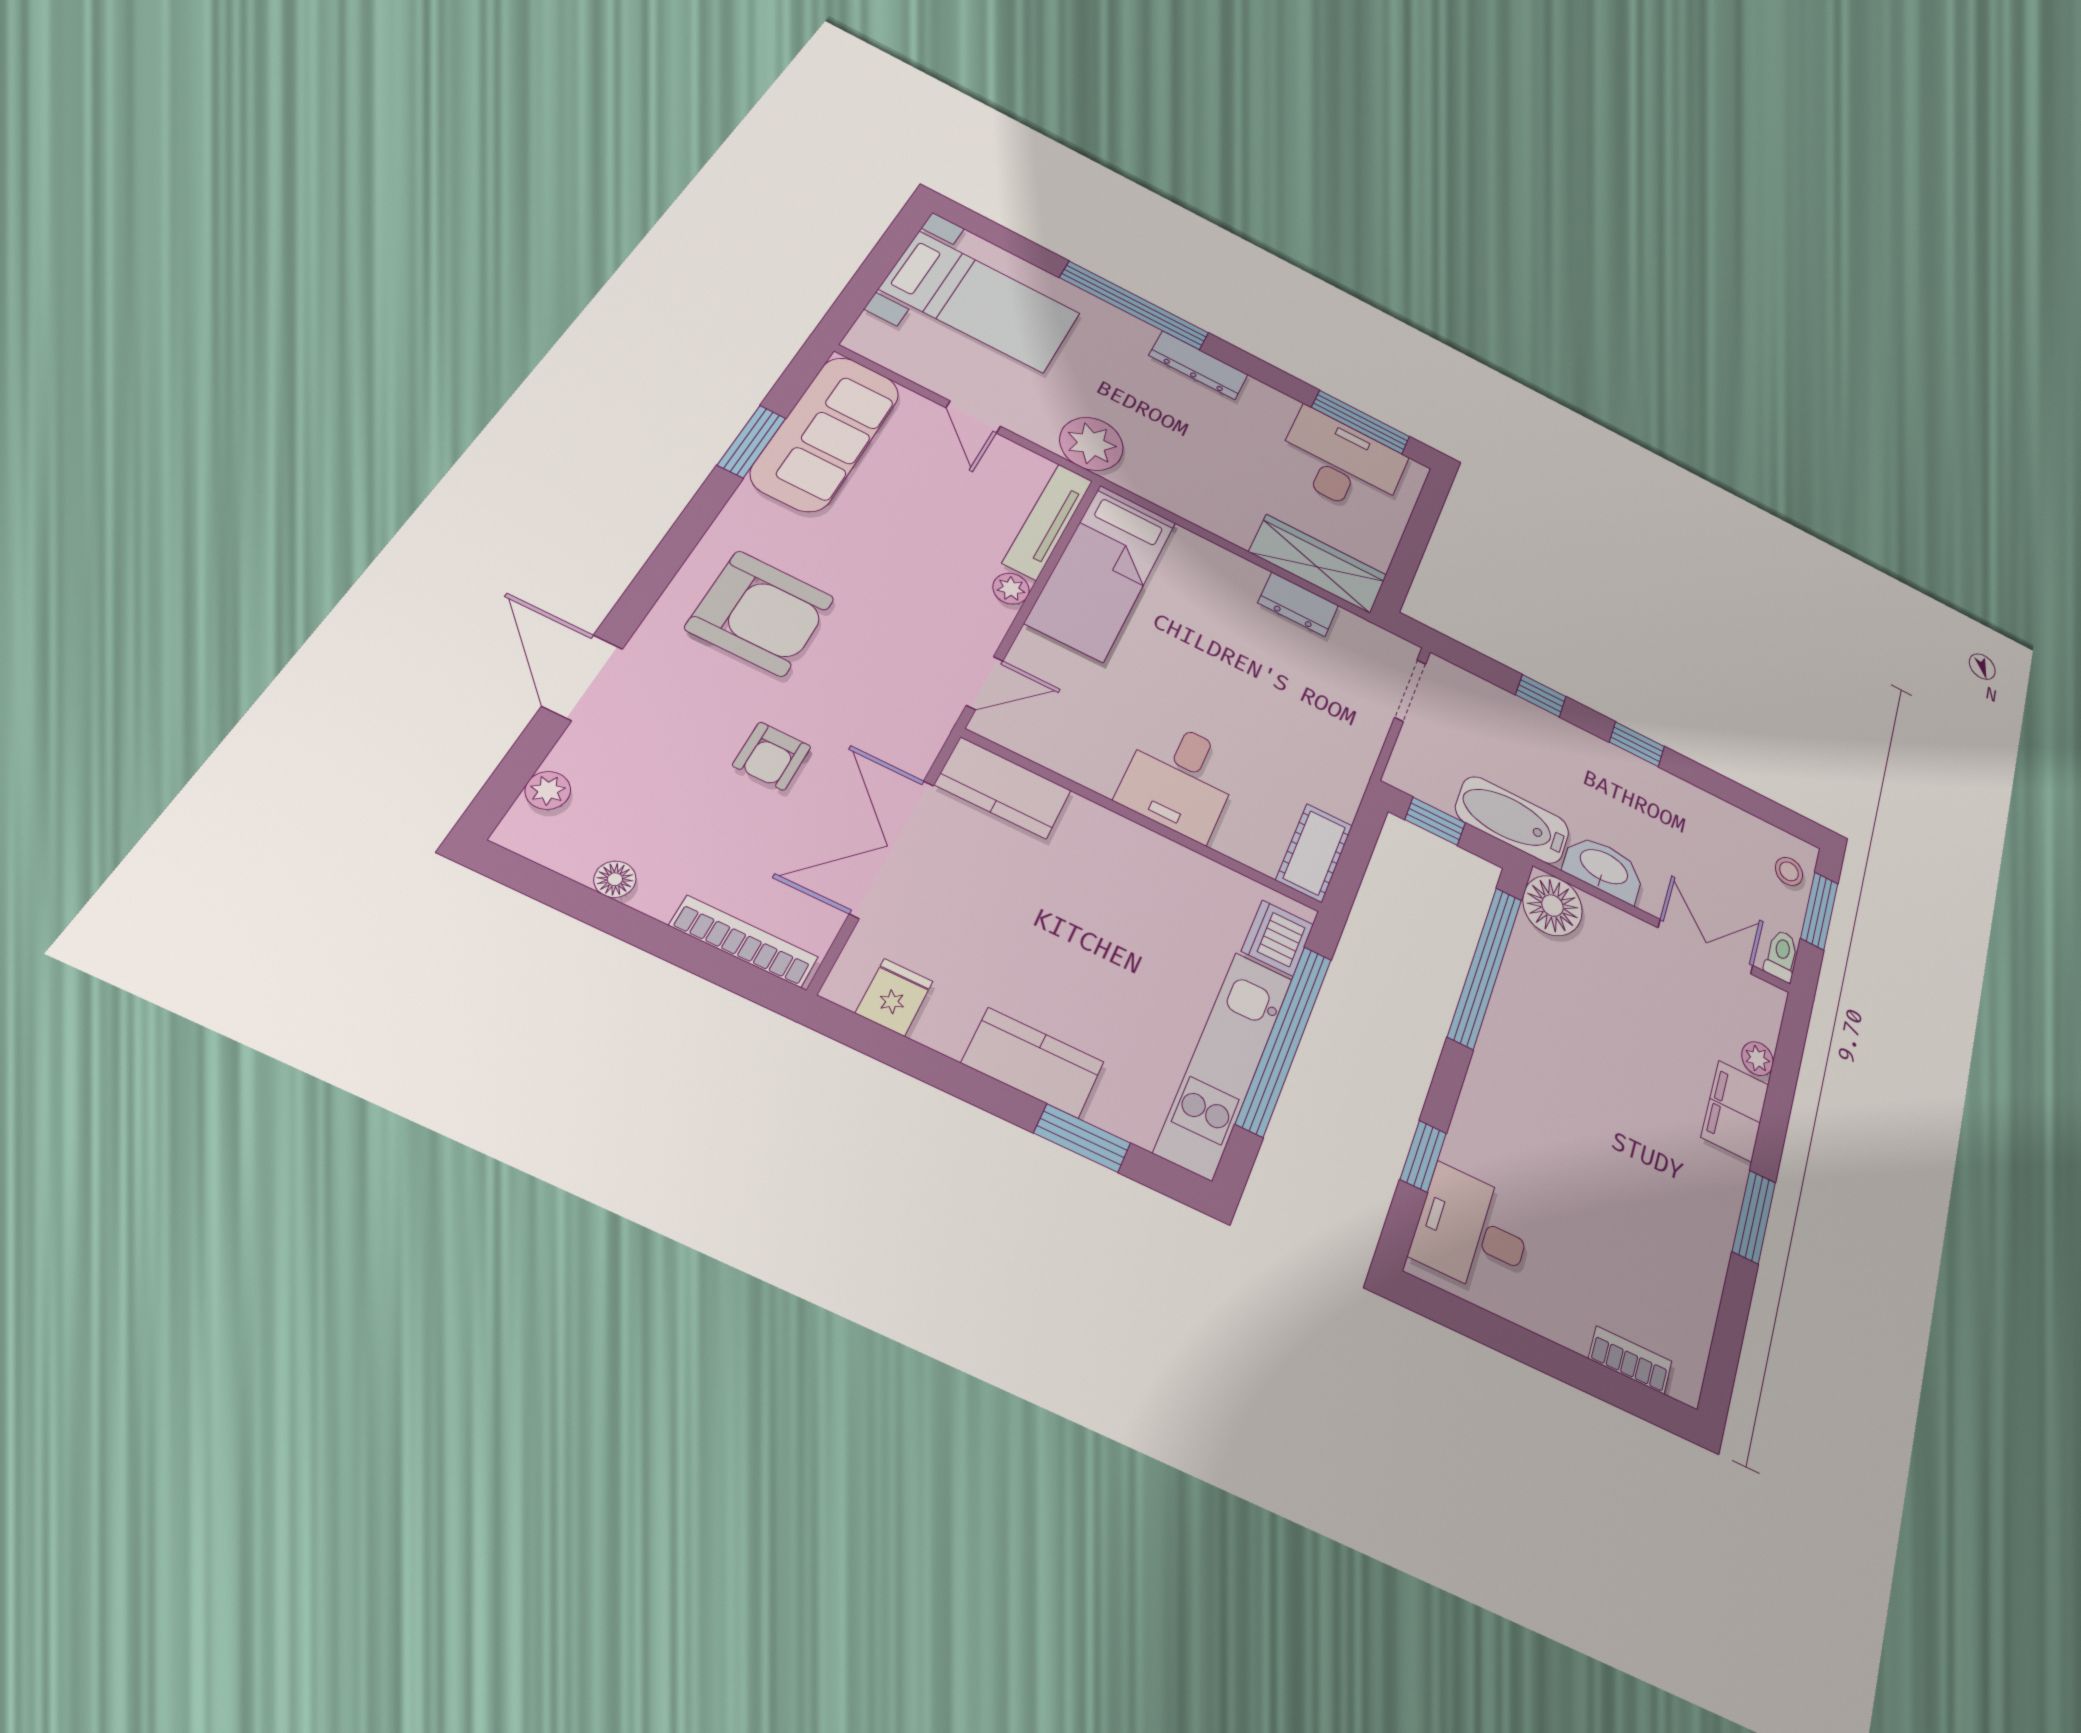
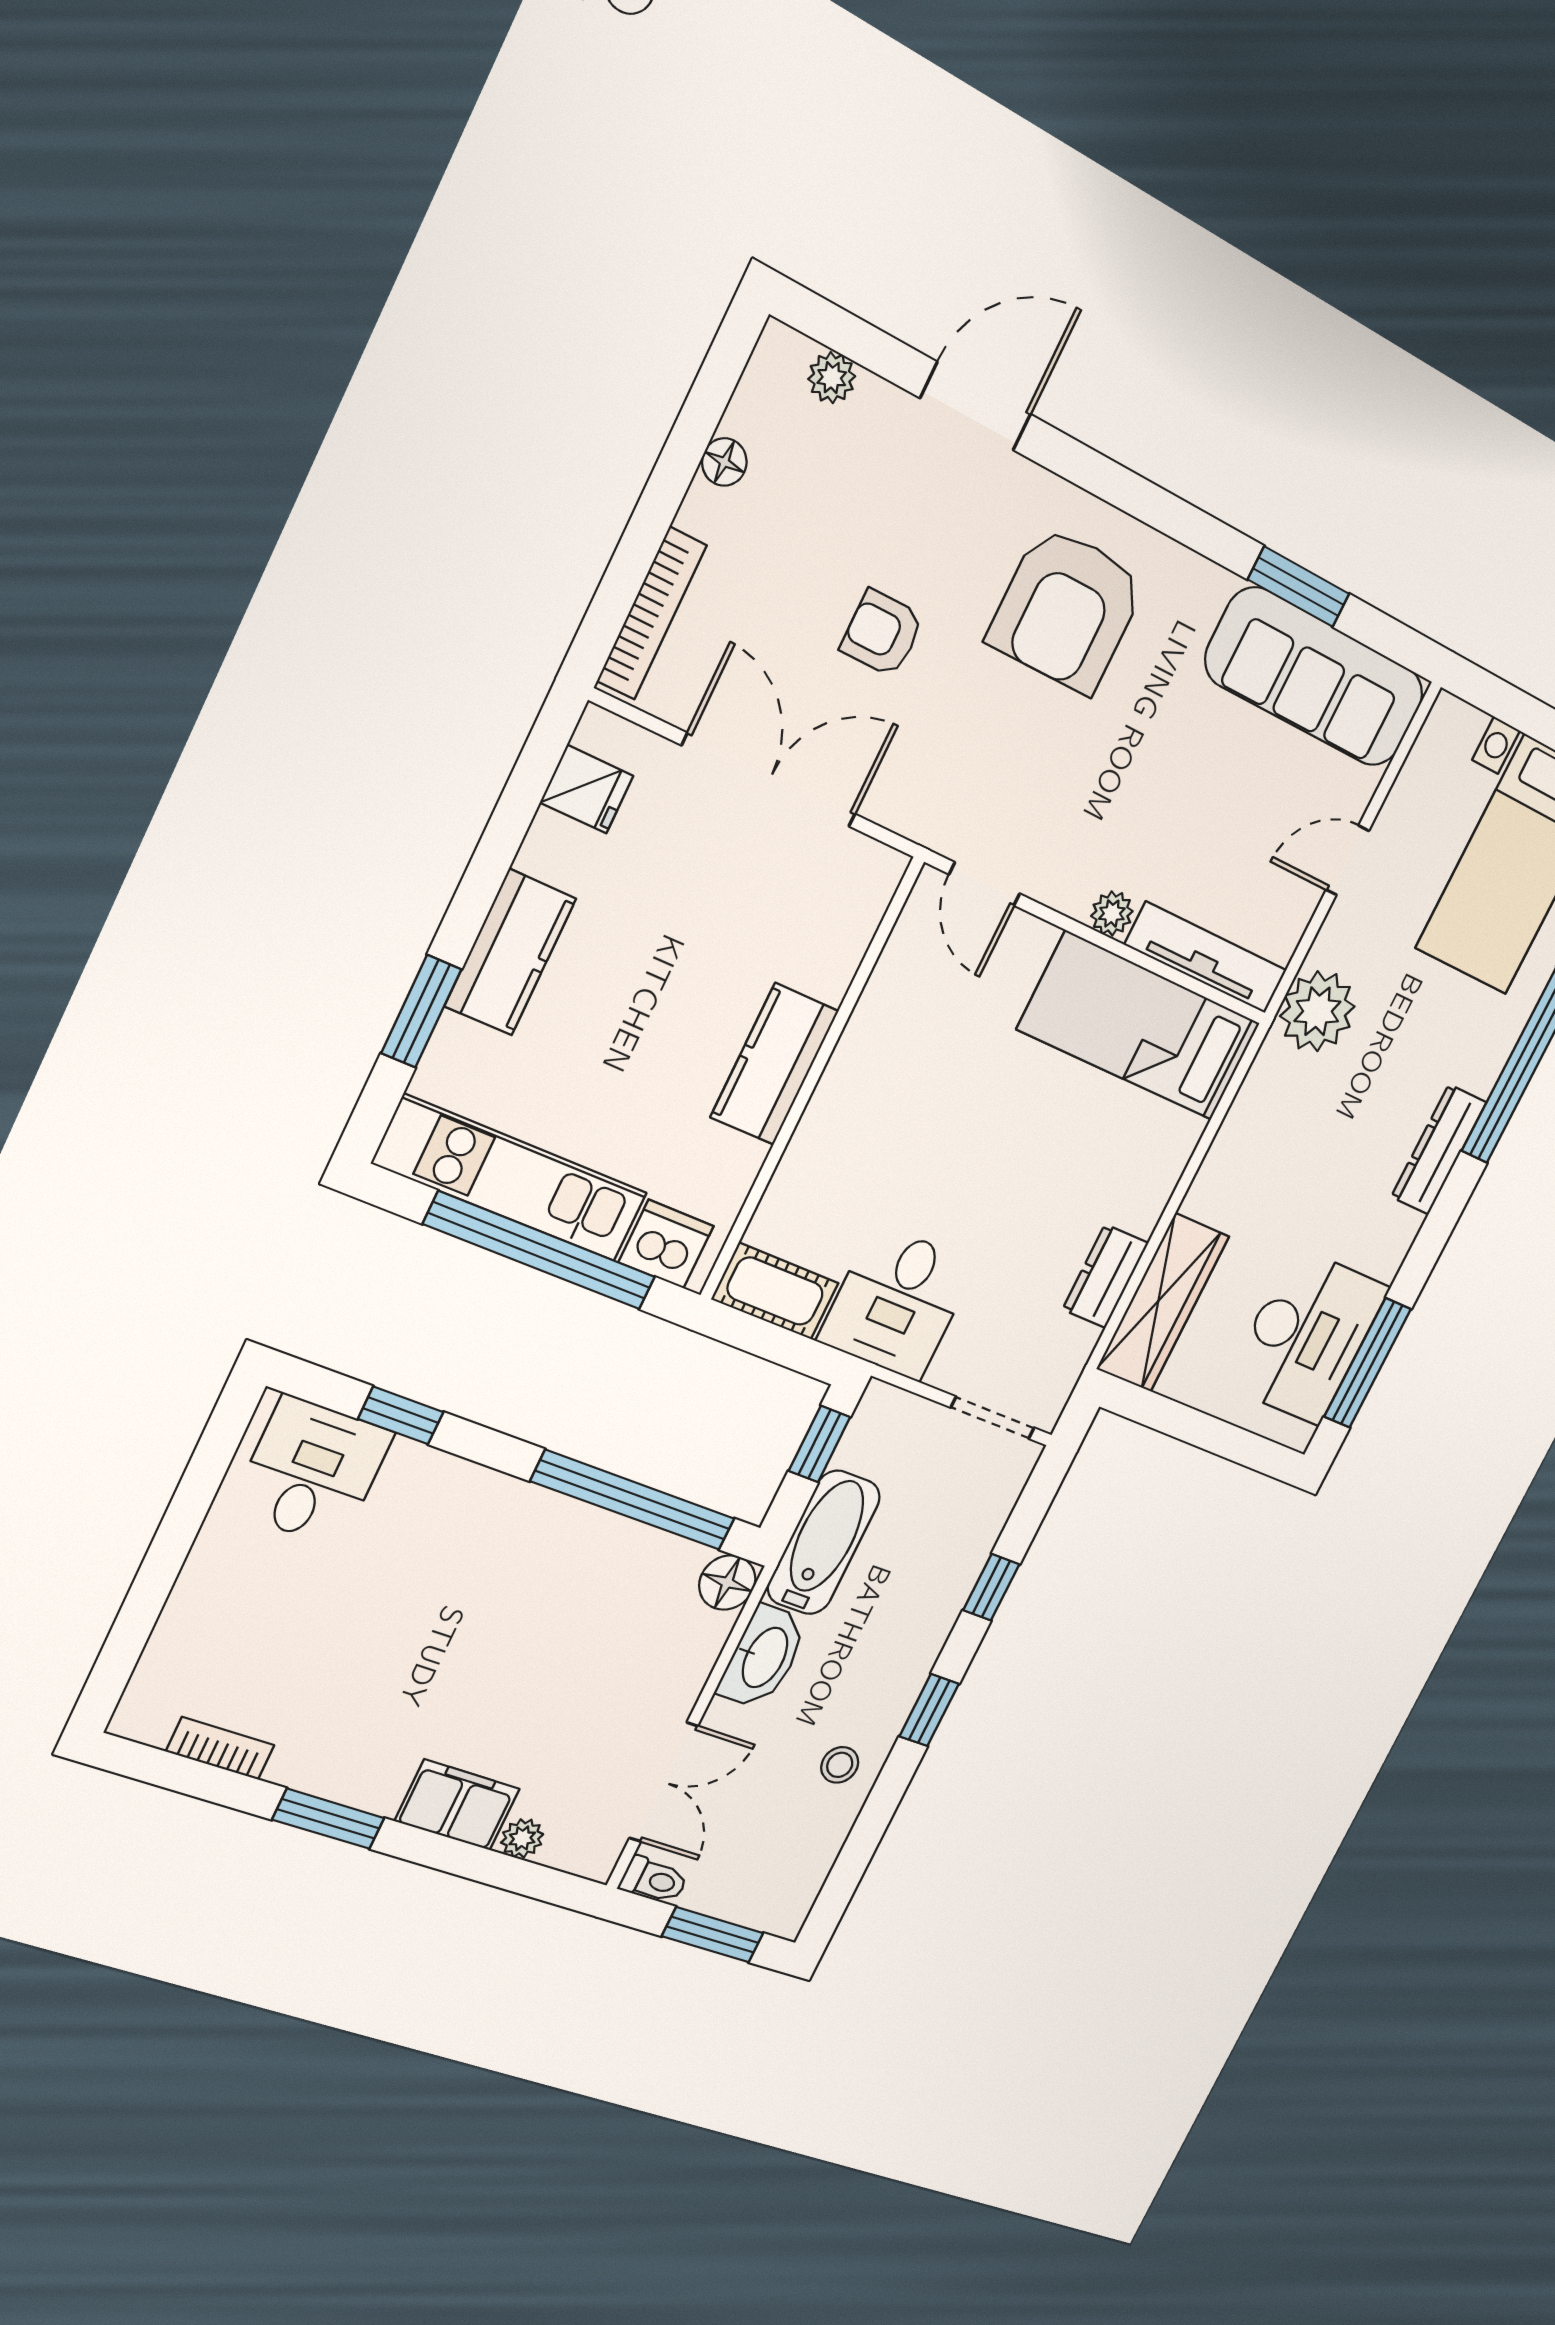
desk: (1180, 779) -> (897, 1302), moved, turned -90
kitchen counter: (1003, 788) -> (774, 1064), moved
stool: (1789, 871) -> (840, 1765), moved
floor lamp: (1552, 906) -> (727, 1583), width x0.73, depth x0.73
bookcase: (1630, 1360) -> (220, 1748), moved, turned -90

